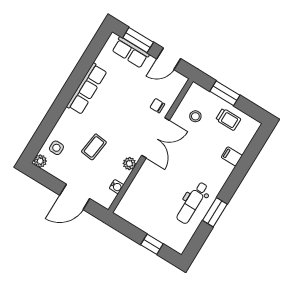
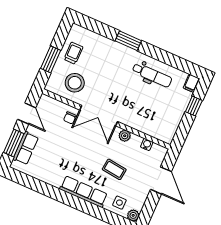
row of seats: (87, 89) -> (84, 192), moved
stool: (195, 116) -> (75, 83), width x1.89, depth x1.89
double door: (155, 138) -> (99, 116), swing flipped
filing cabinet: (232, 156) -> (191, 83), moved
window: (215, 212) -> (128, 41), moved

